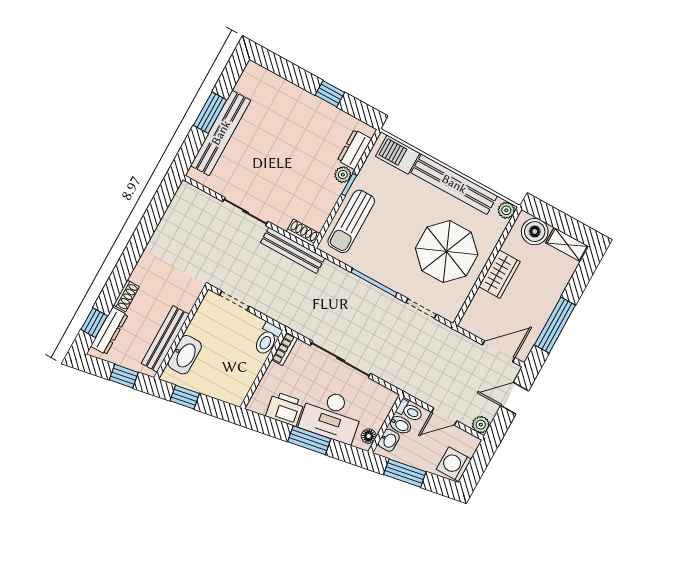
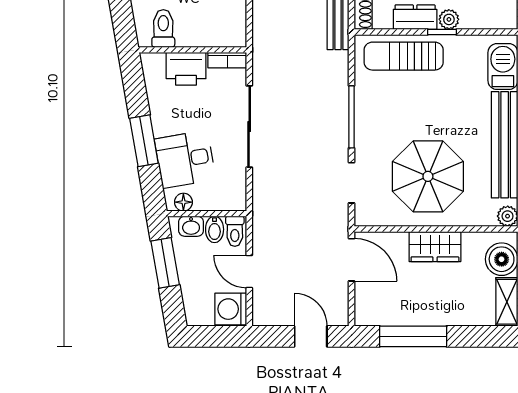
dresser: (355, 150) -> (415, 17), moved
toilet: (267, 339) -> (163, 28), moved, turned 90
door: (499, 351) -> (352, 260), moved
printer: (285, 409) -> (186, 69), moved, turned 100
desk: (331, 416) -> (185, 159), width x0.73
plant: (481, 425) -> (262, 316), removed
washing machine: (454, 464) -> (231, 309), moved, turned -90

